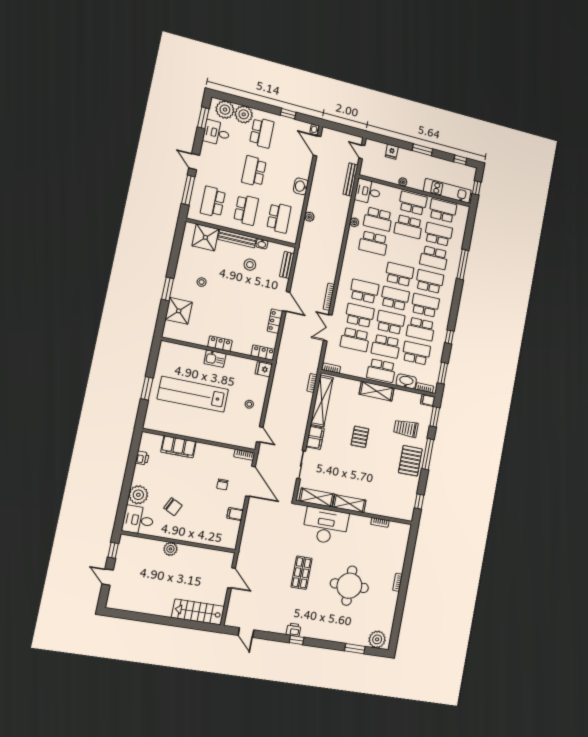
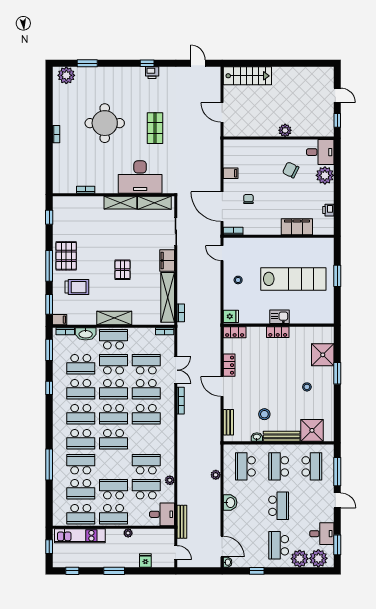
school desk: (421, 329) -> (81, 389), turned 180

